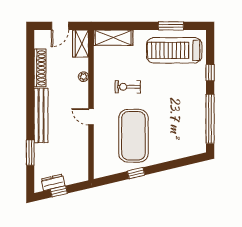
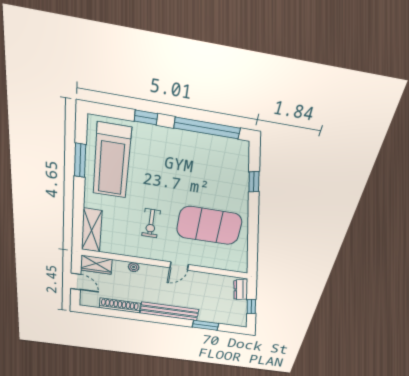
window: (136, 173) -> (254, 182), moved
dresser: (53, 182) -> (241, 290), moved

